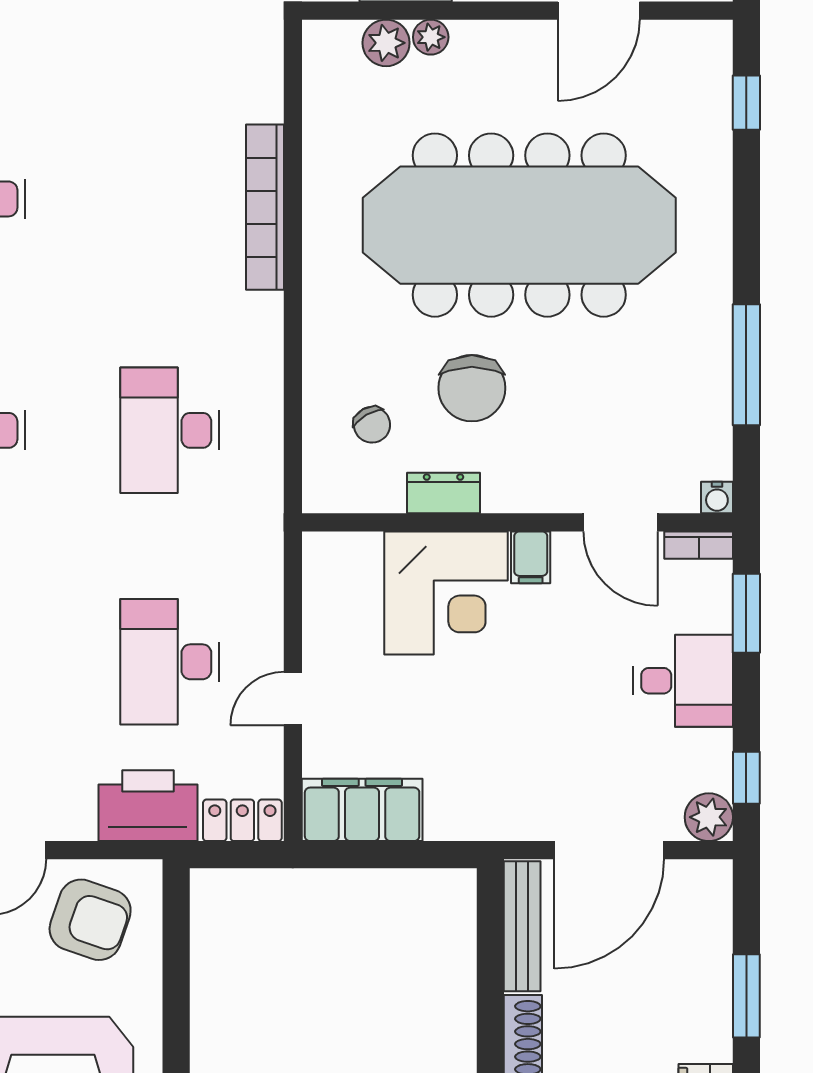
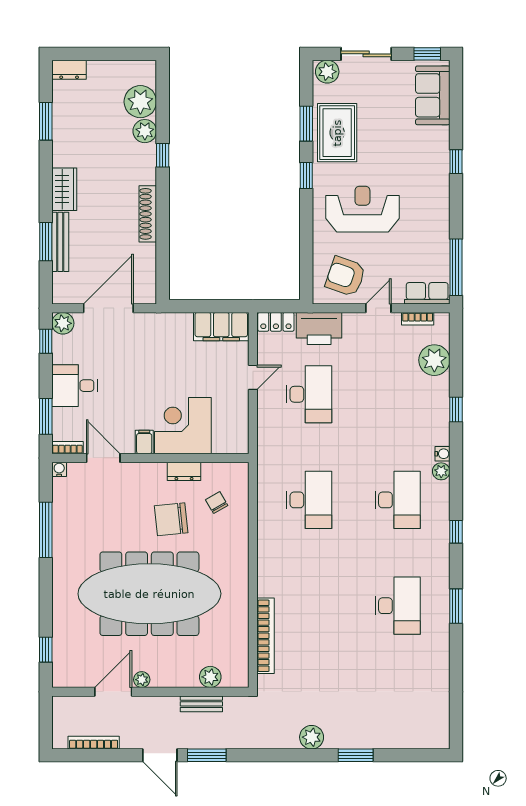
plant: (431, 37) -> (142, 680), moved
bookcase: (265, 207) -> (266, 636), moved
chair: (472, 388) -> (171, 519), turned -96
bench: (522, 926) -> (60, 242), moved

